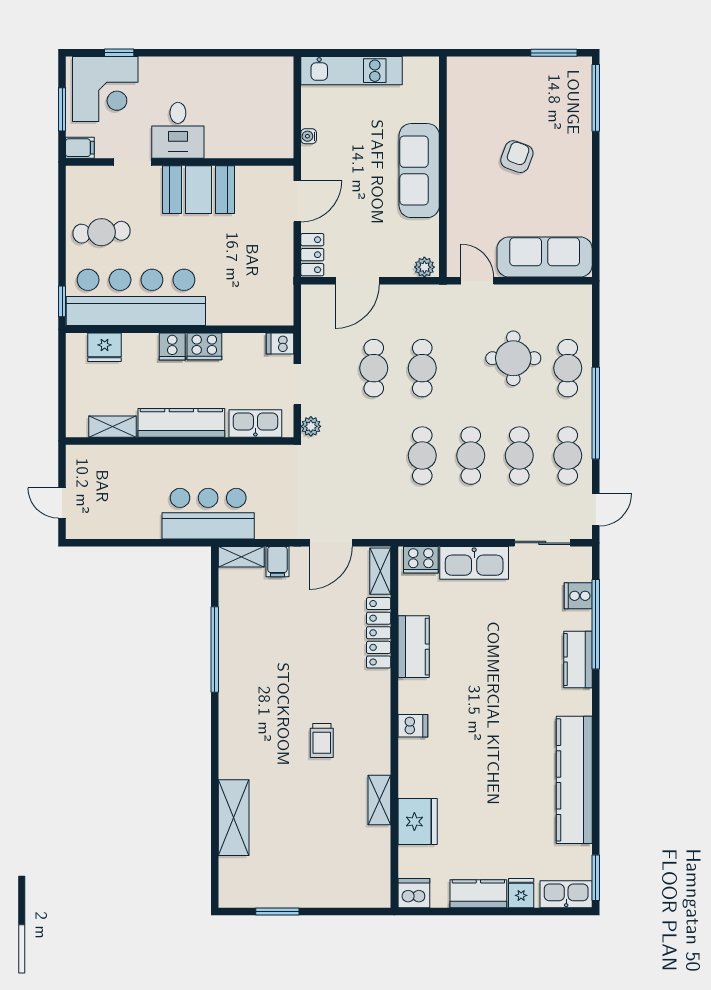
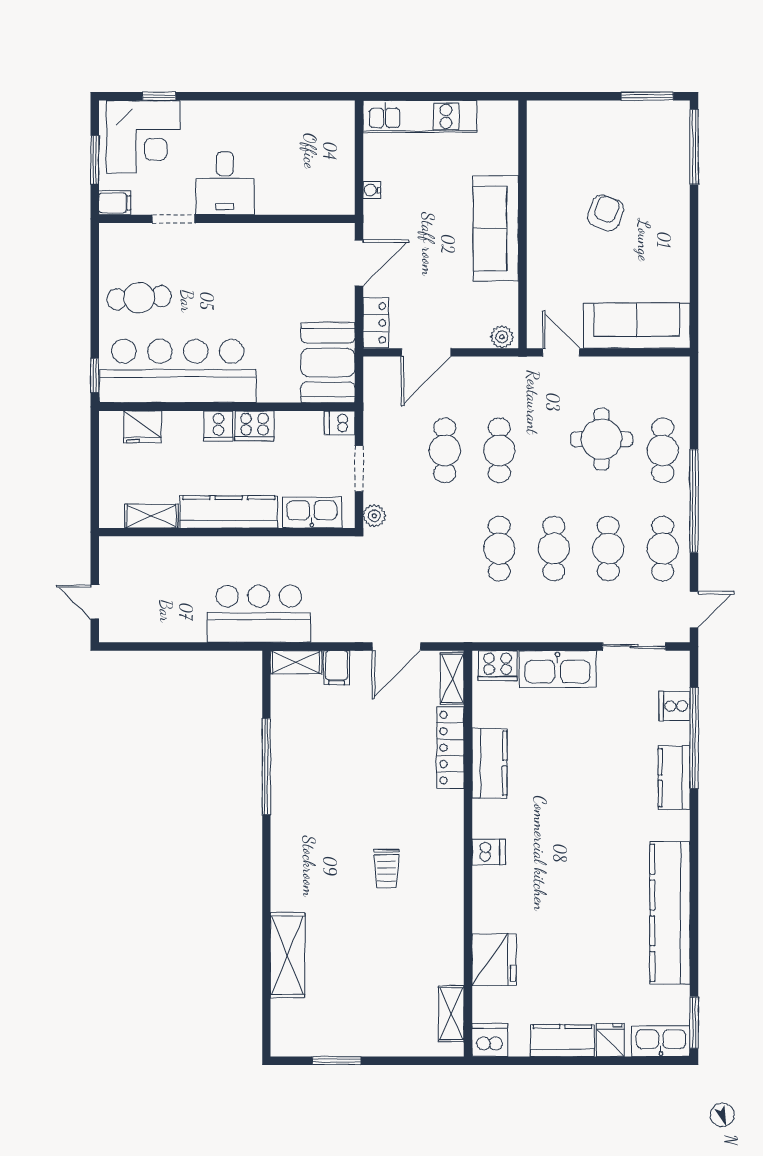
booth: (199, 190) -> (328, 363), moved, turned 90
shelving: (379, 800) -> (451, 1014), moved

